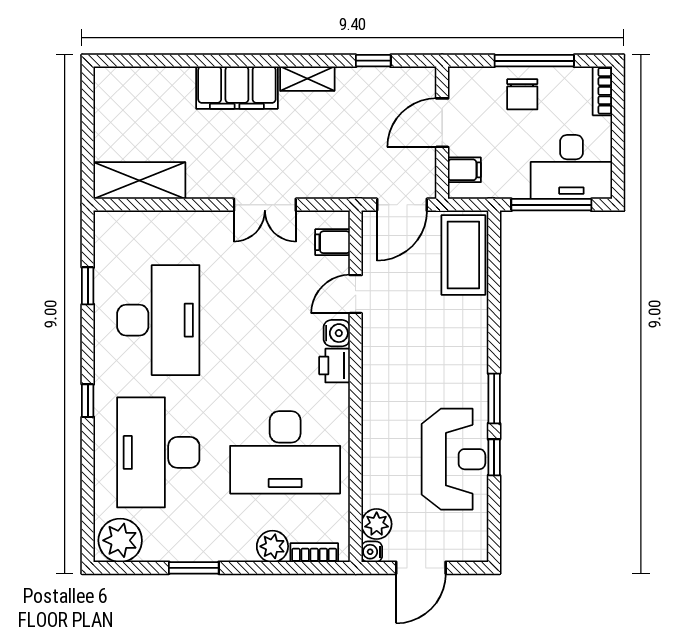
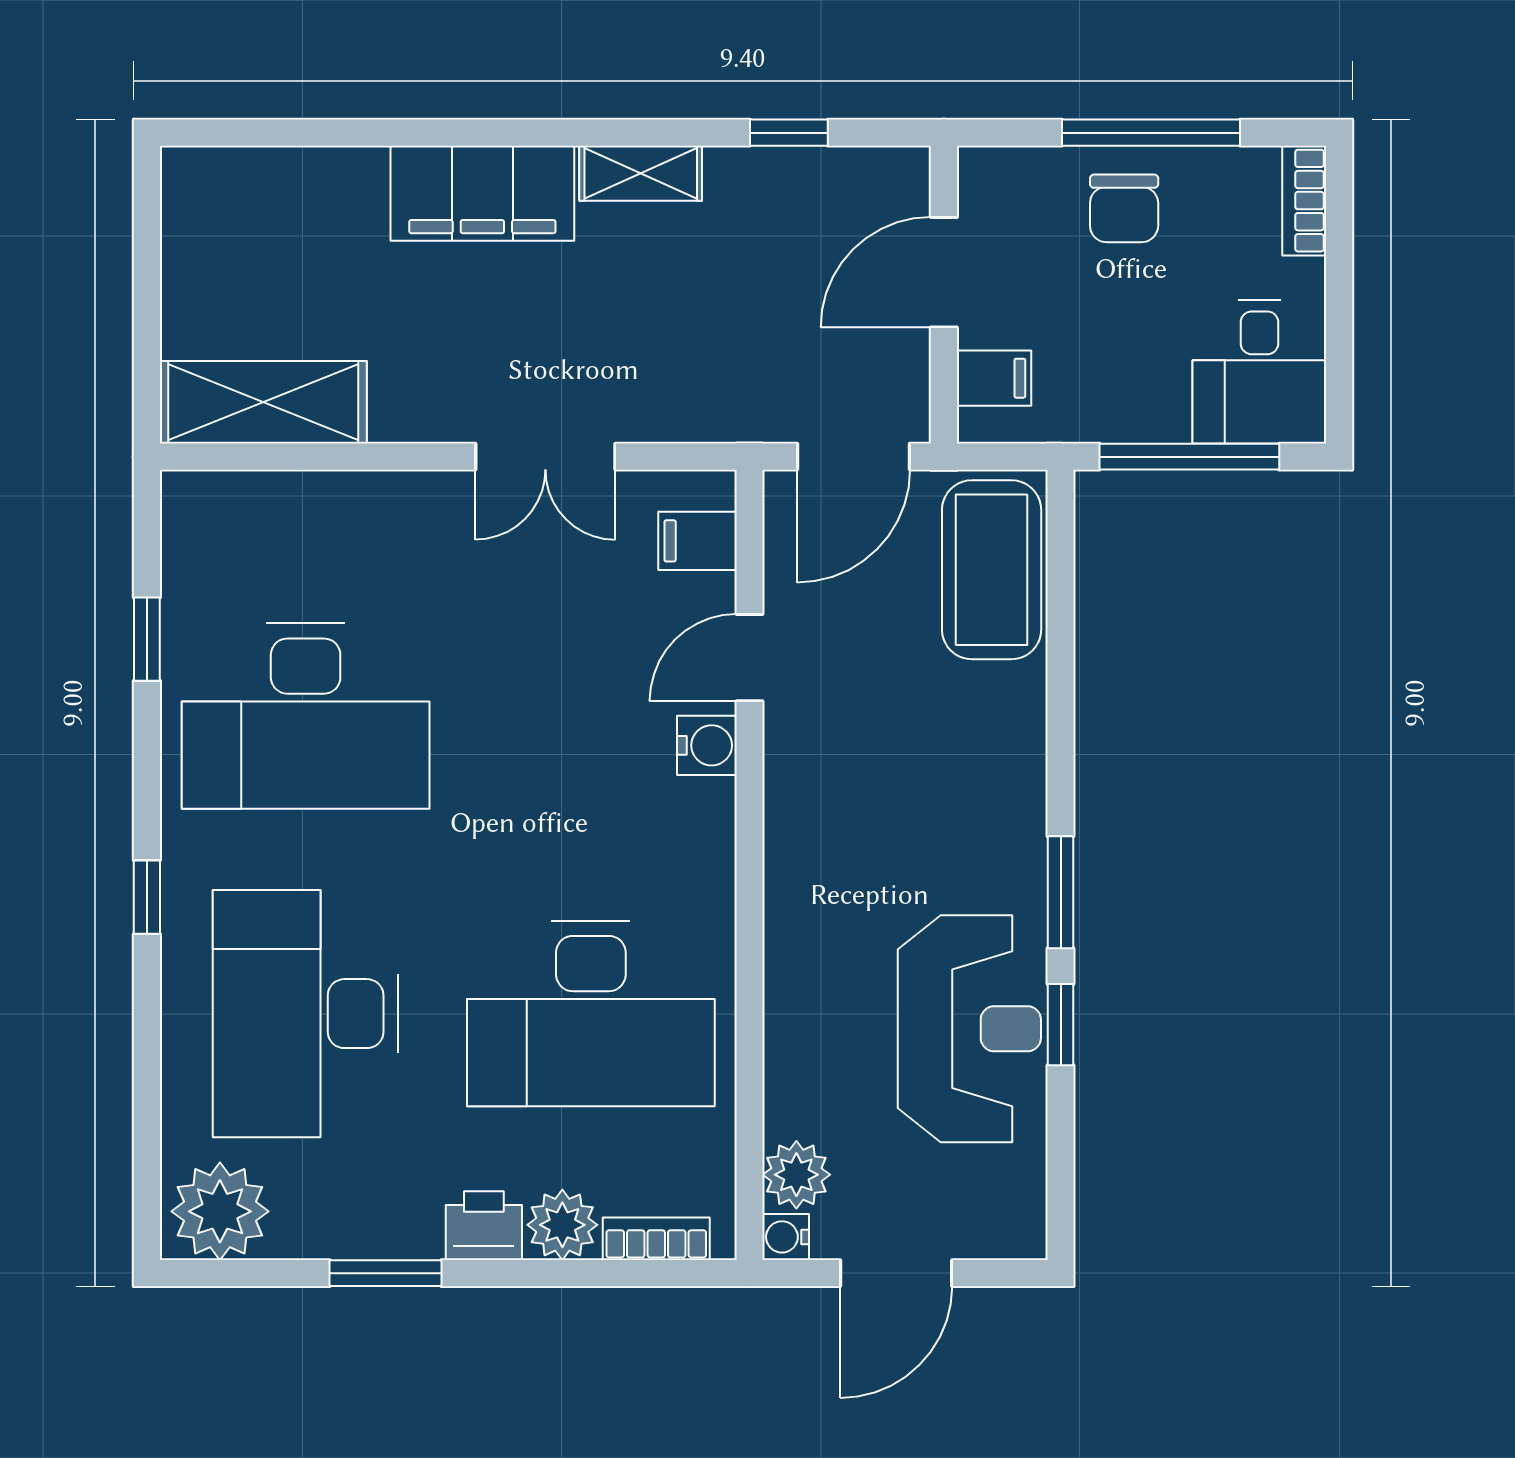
desk: (571, 167) -> (1259, 372), width x0.73
desk: (158, 320) -> (306, 716), turned 90
printer: (335, 366) -> (484, 1226), moved, turned 90

